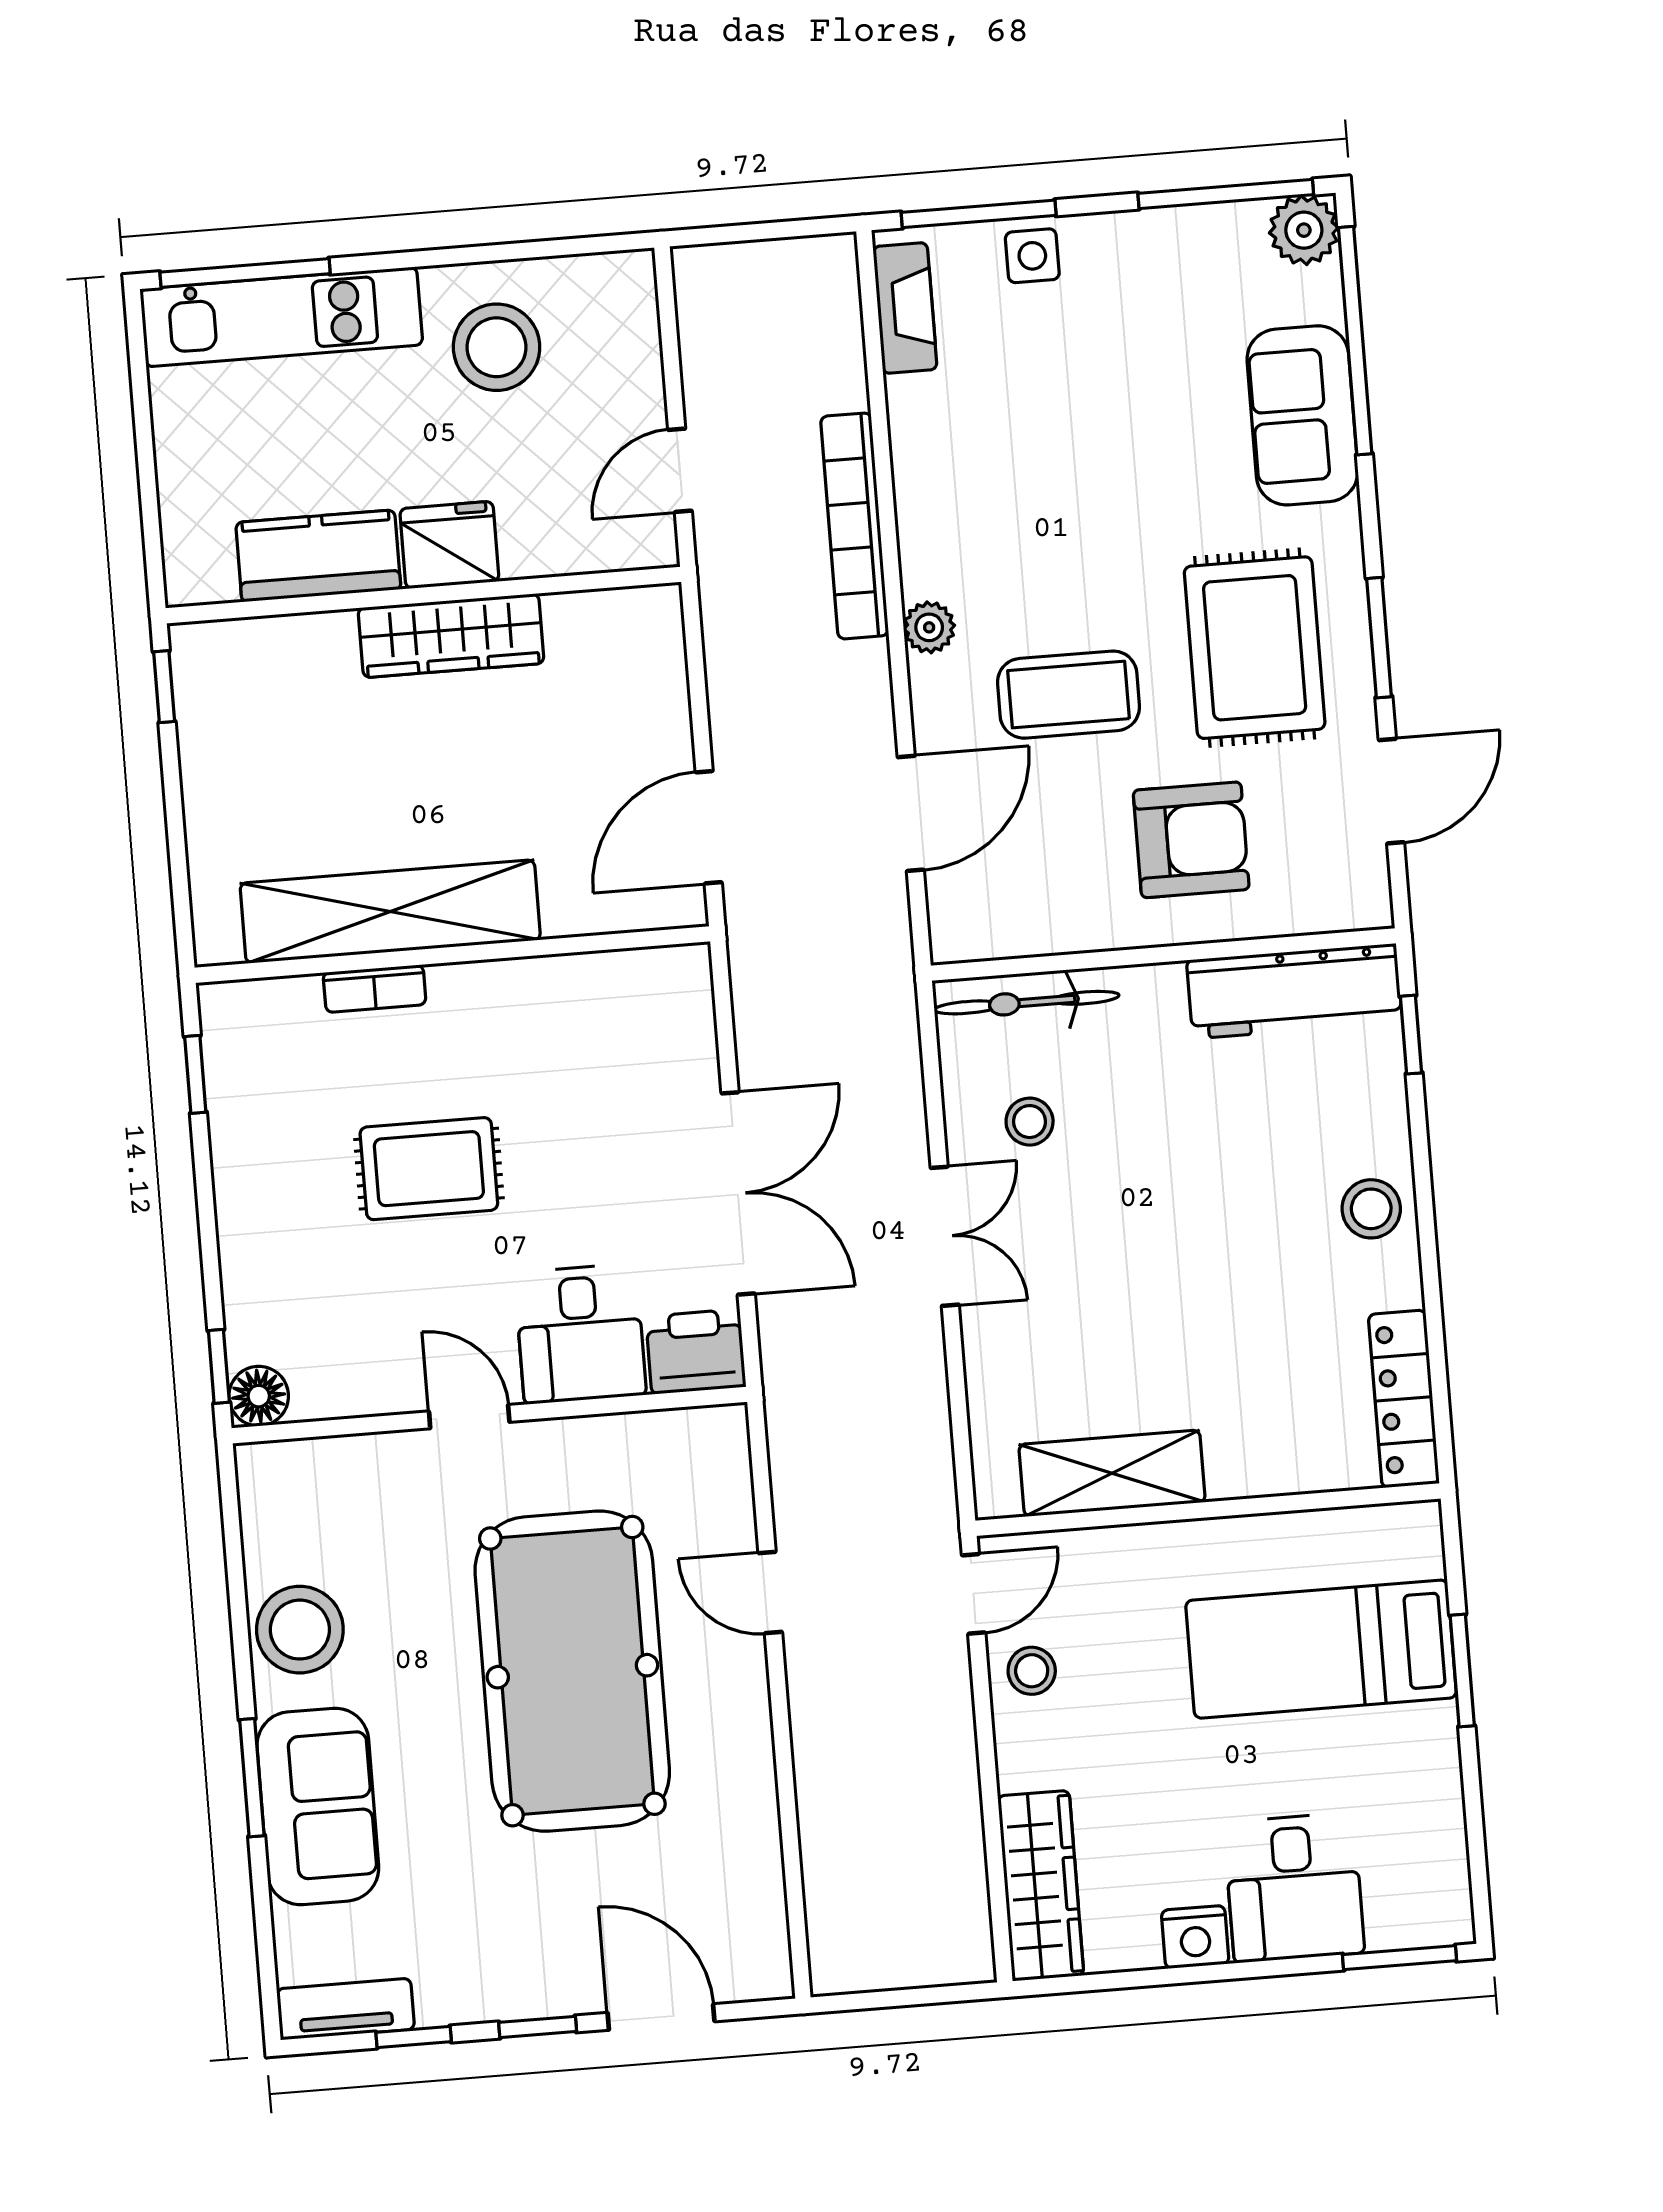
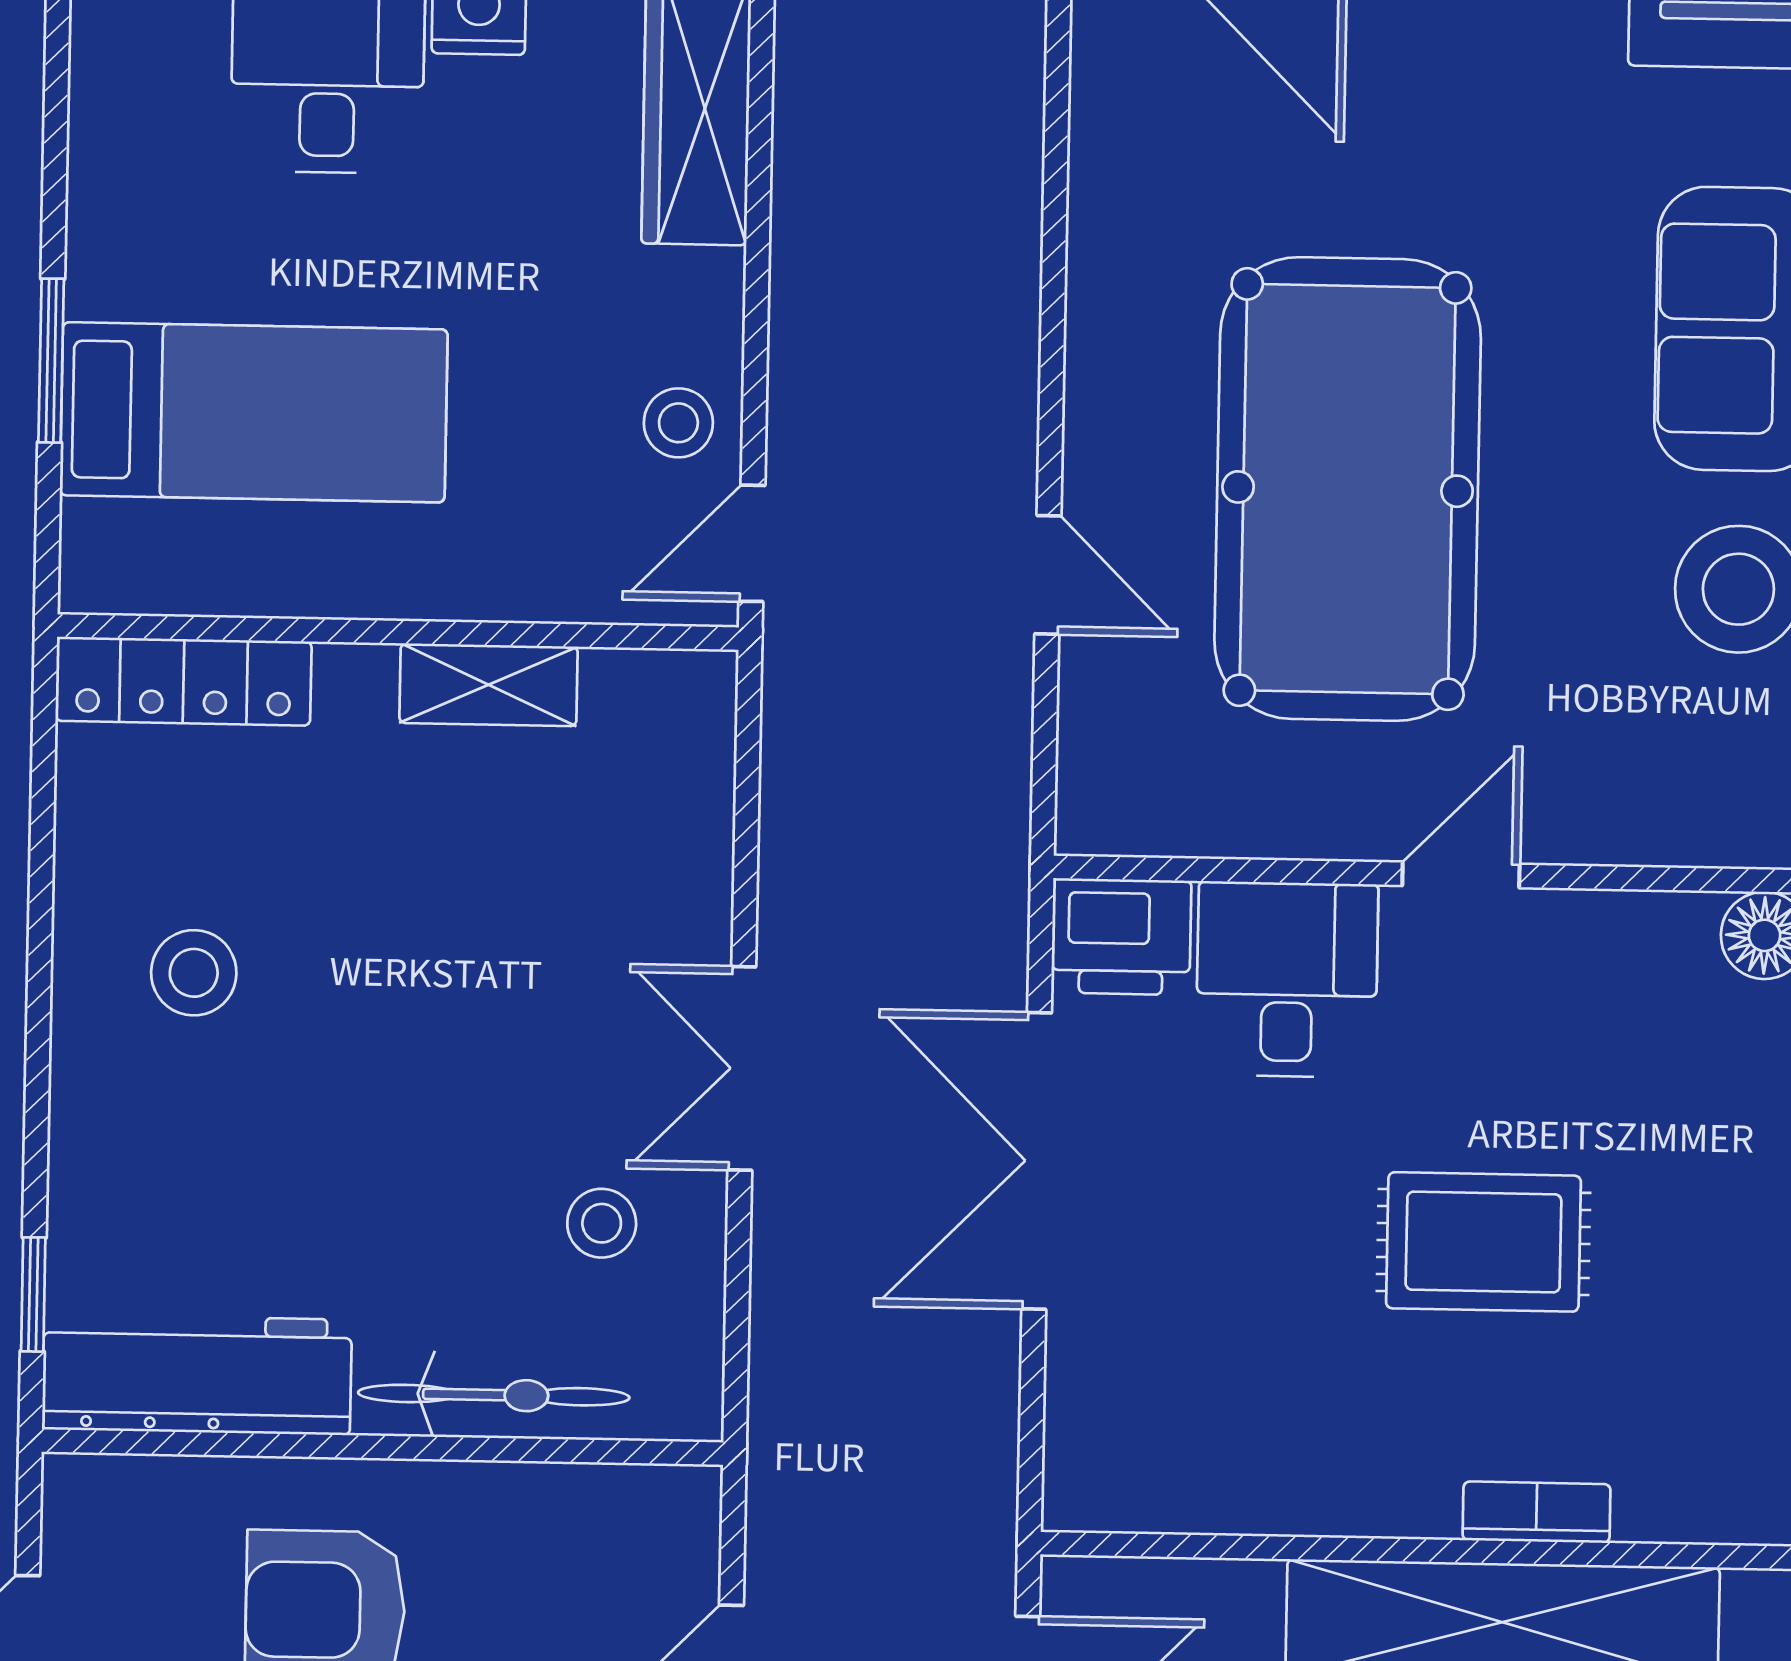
bicycle: (1027, 1003) -> (494, 1395), moved
stool: (1371, 1209) -> (194, 973), moved
locker: (1404, 1399) -> (184, 681), moved, turned 90
door: (469, 1417) -> (1461, 875), swing flipped
shelving: (1112, 1473) -> (488, 685), width x0.67, depth x0.75

